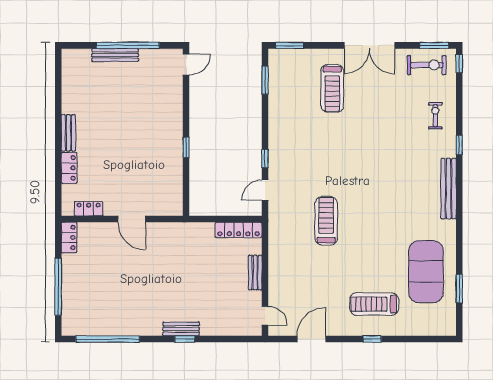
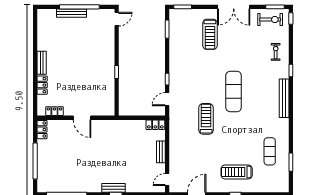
exercise mat: (369, 178) -> (234, 91), added
locker: (239, 230) -> (155, 125), width x0.66
exercise mat: (426, 272) -> (270, 151), width x0.50, depth x0.69
door: (265, 316) -> (167, 179), swing flipped

